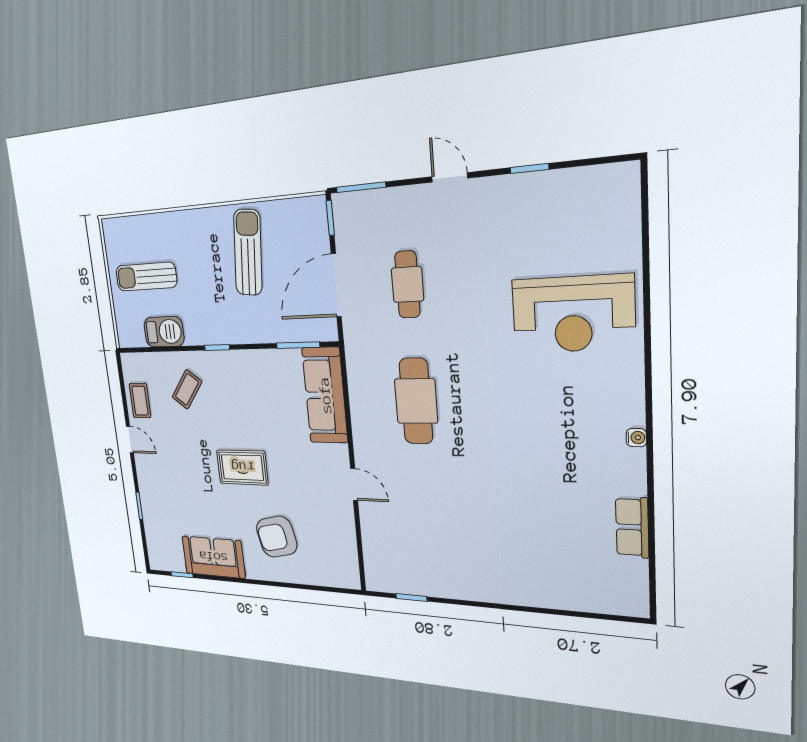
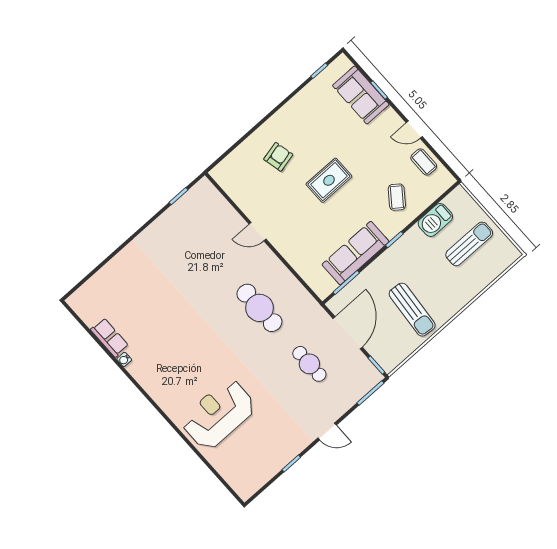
sofa: (325, 395) -> (355, 253), moved, turned -90
water cooler: (636, 438) -> (124, 359), moved
armchair: (277, 537) -> (278, 157), width x0.72, depth x0.72
sofa: (213, 557) -> (361, 95), moved, turned 90

